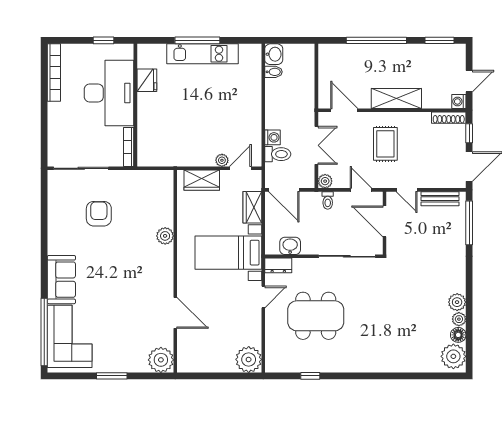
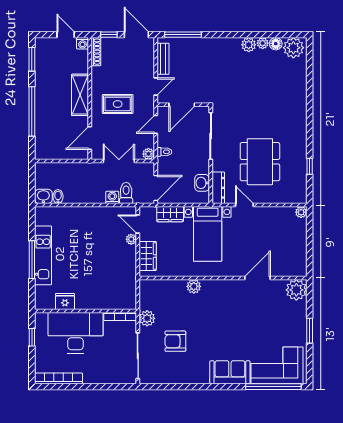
plant: (126, 179) -> (147, 318), added
dresser: (278, 265) -> (218, 188), width x1.44
plant: (249, 359) -> (301, 212), width x0.53, depth x0.53

